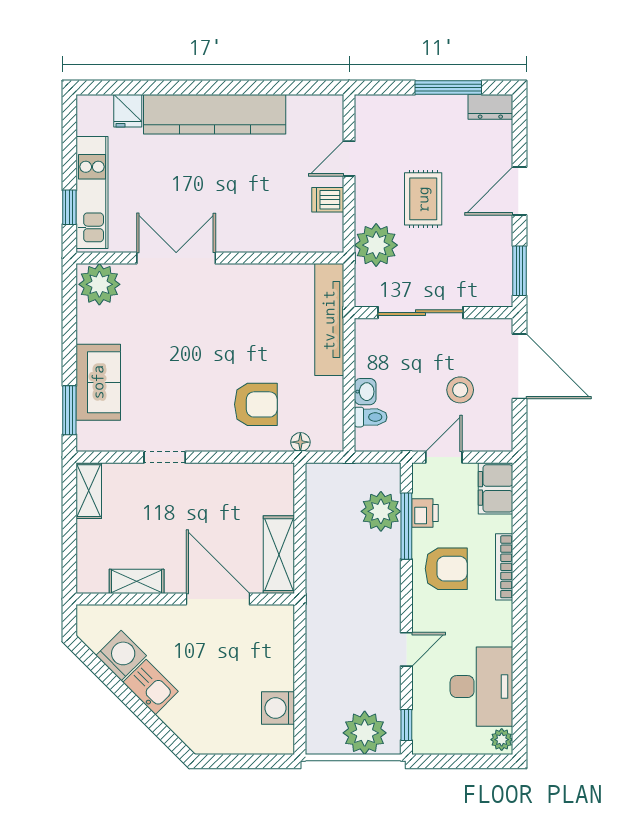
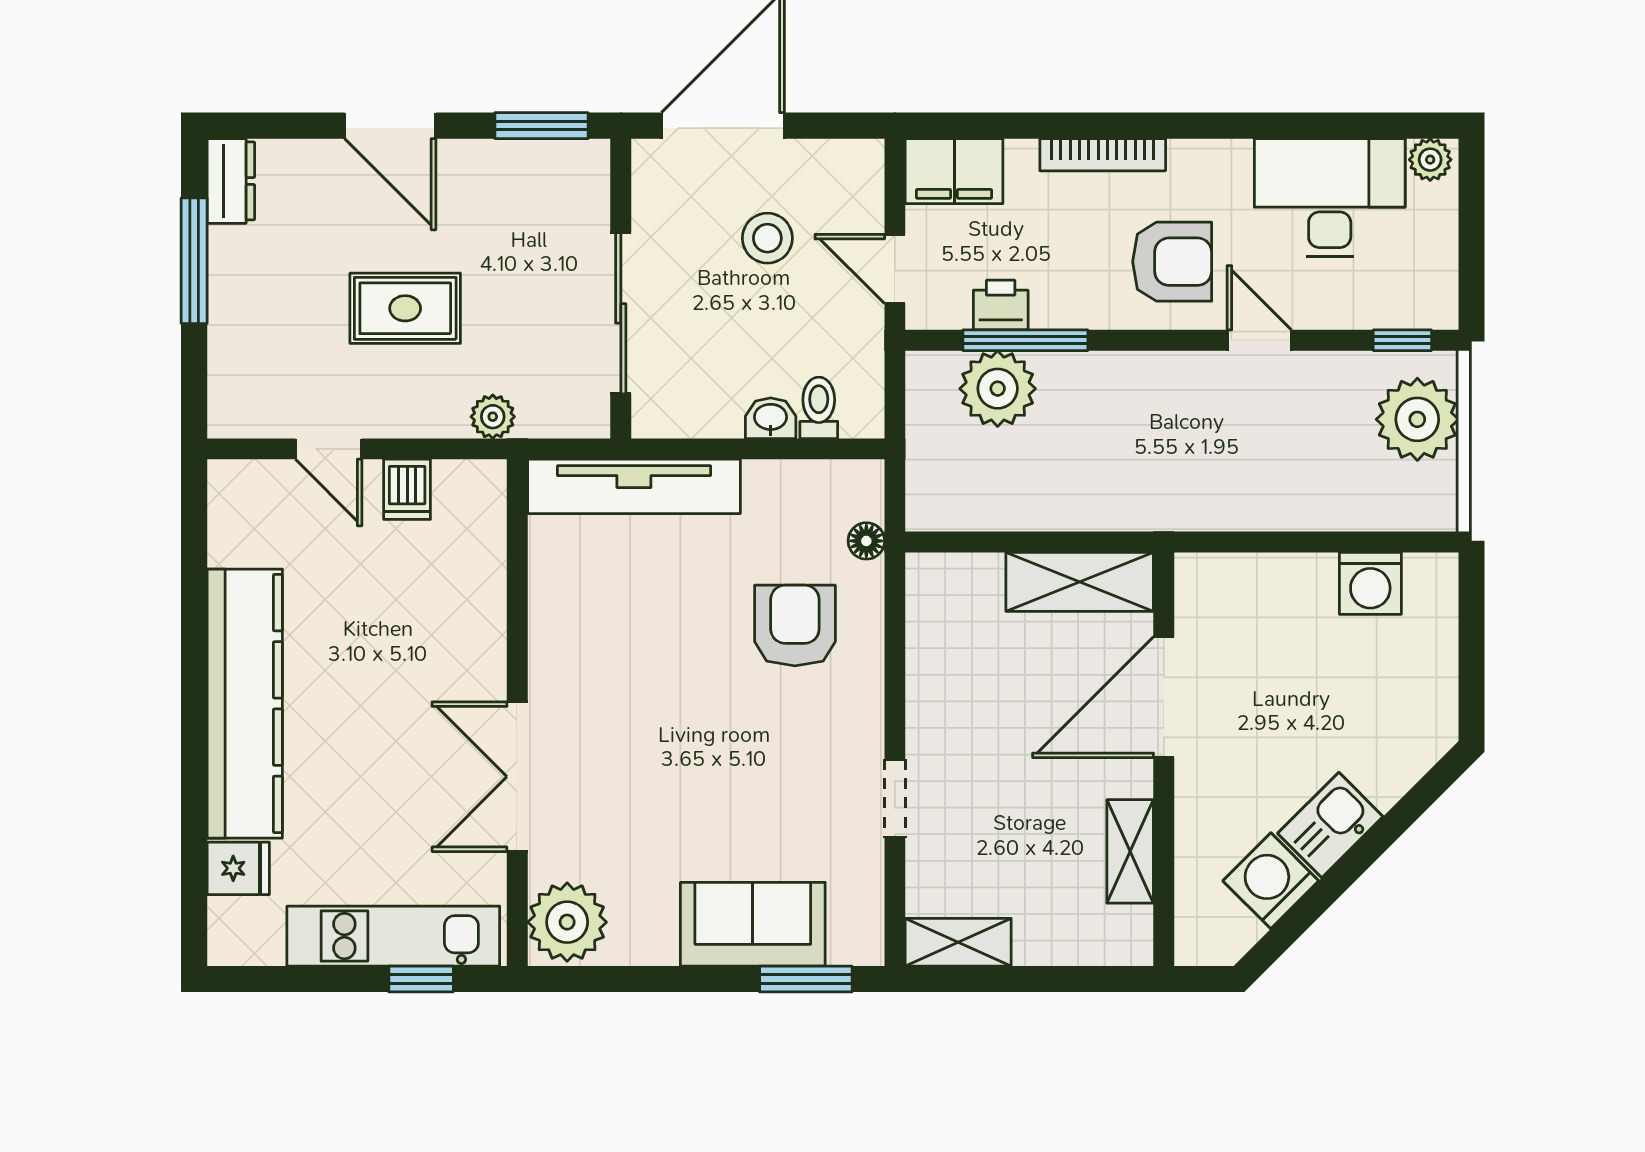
plant: (376, 245) -> (493, 417), width x0.53, depth x0.53
armchair: (446, 569) -> (1172, 262), moved, turned 90

